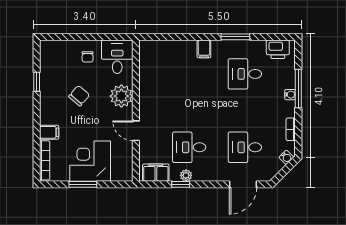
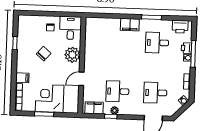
filing cabinet: (204, 49) -> (130, 25), width x2.00
printer: (288, 80) -> (186, 48), added
door: (136, 131) -> (81, 79), hinge flipped

